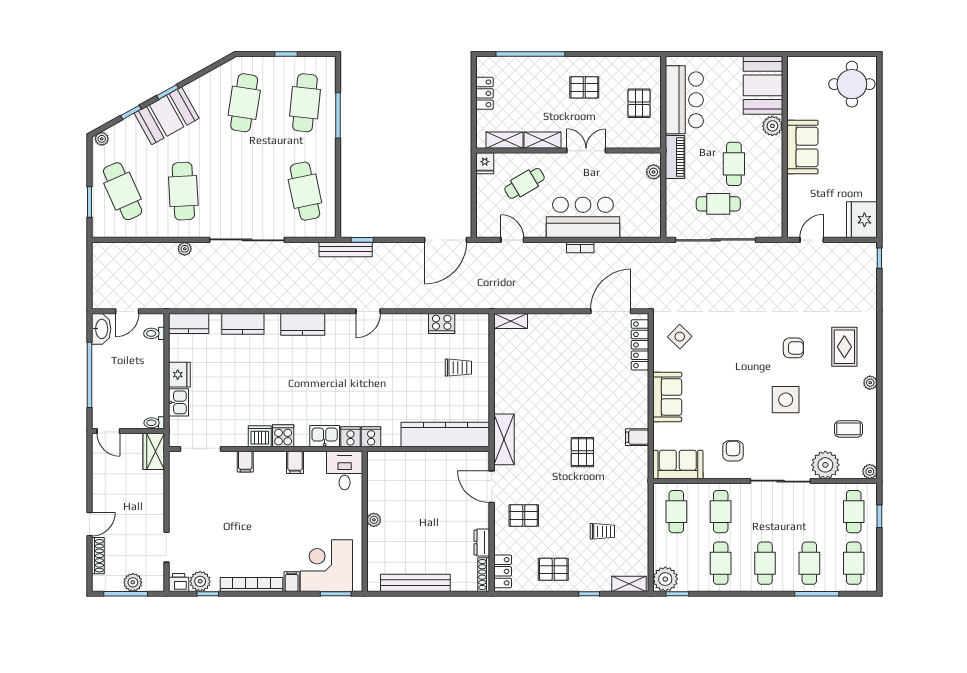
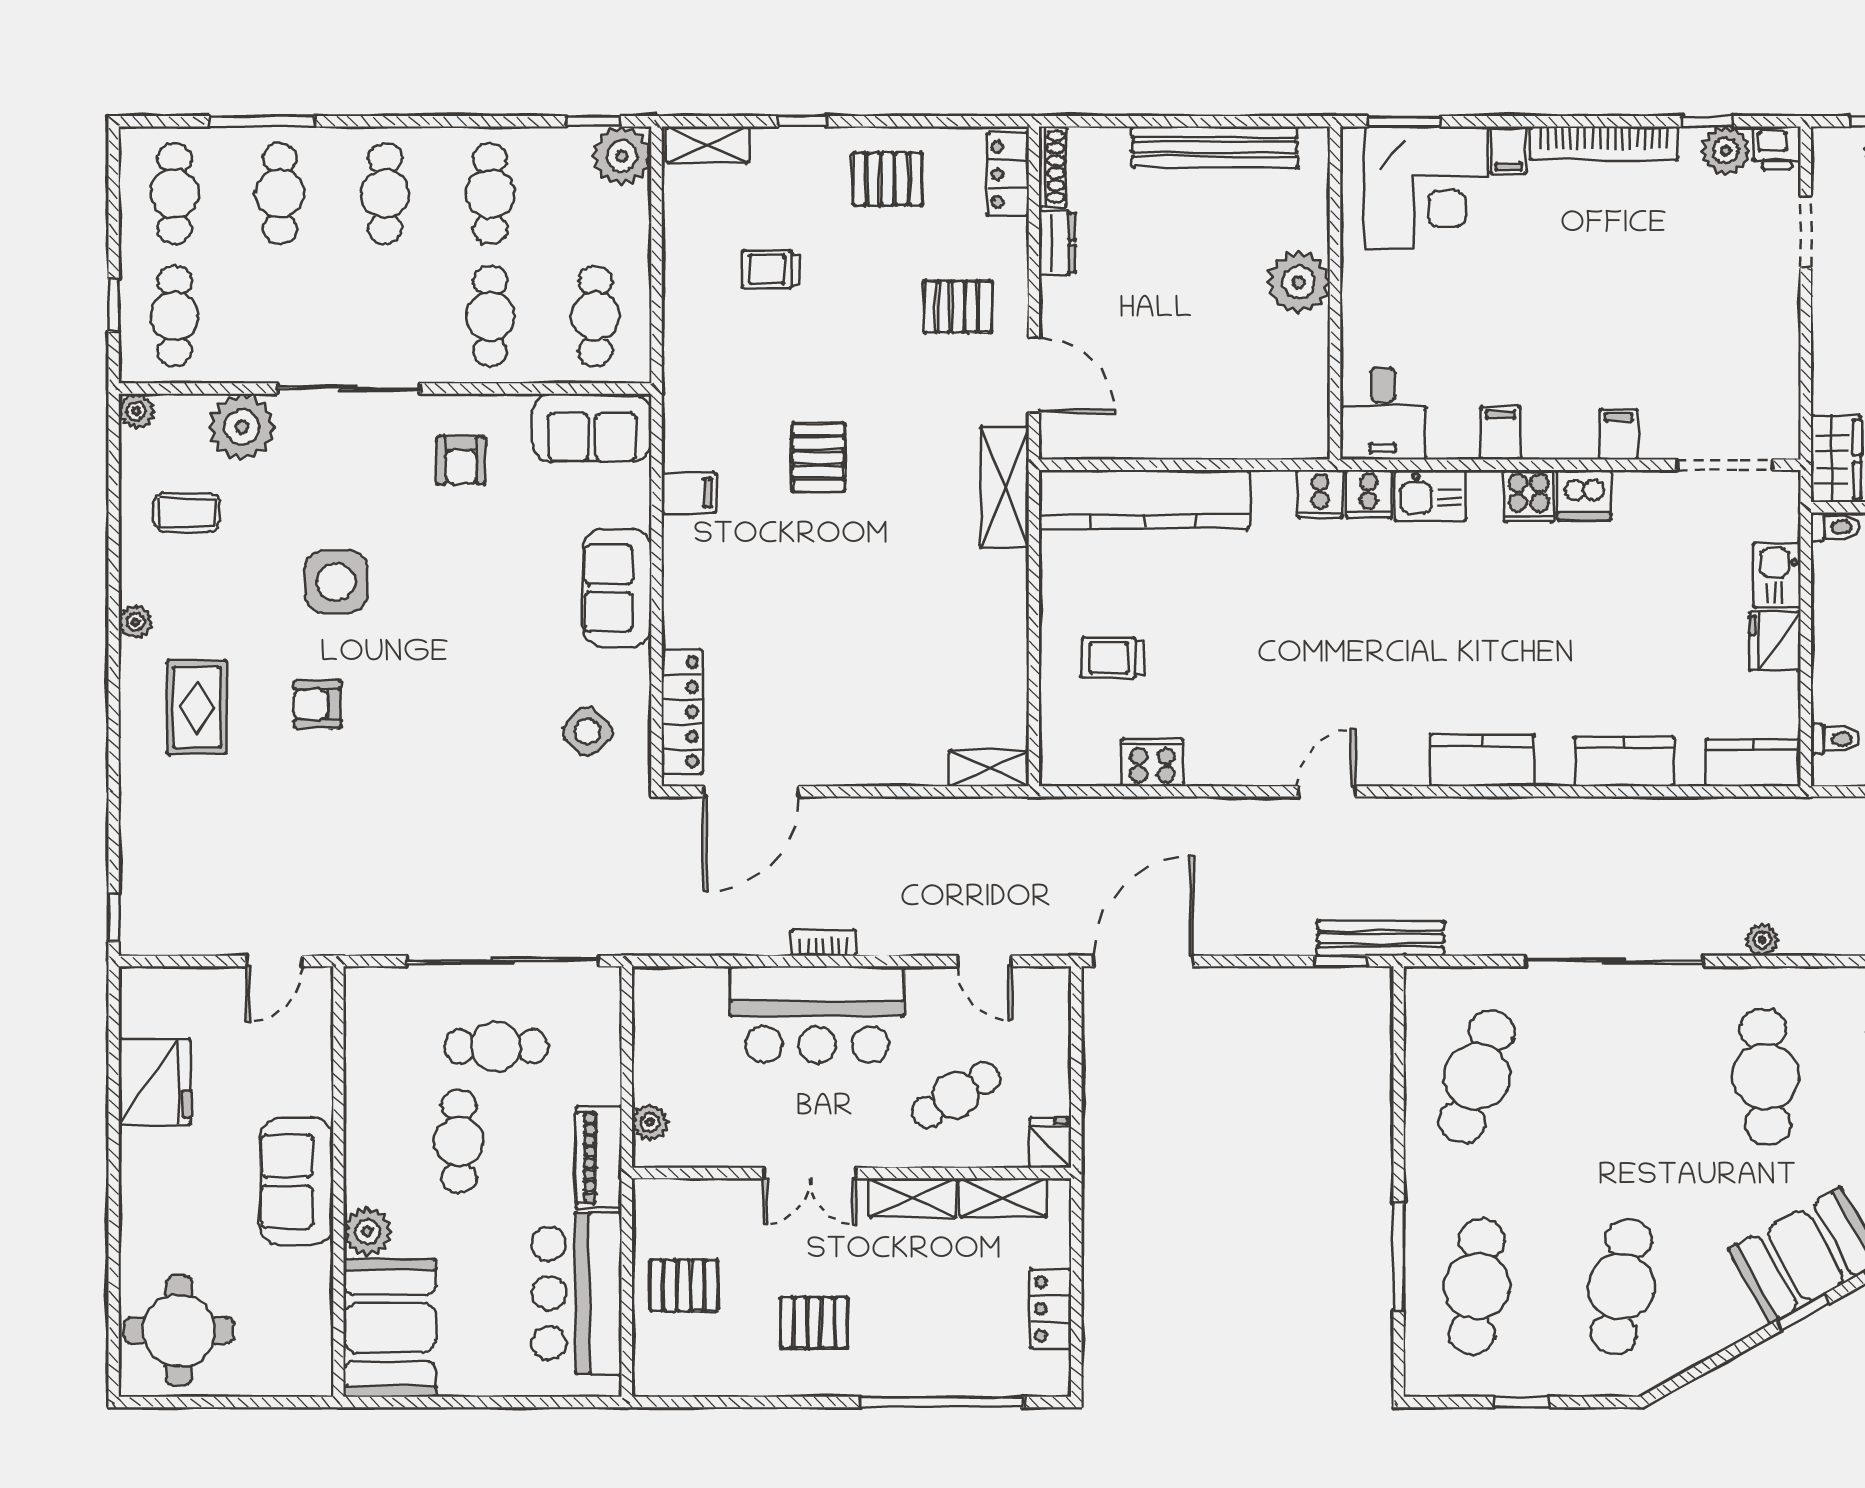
pallet: (639, 103) -> (684, 1285), turned 90
cafe table: (305, 191) -> (1477, 1077), turned 30
fridge: (862, 220) -> (155, 1082), moved
plant: (374, 520) -> (1299, 282), width x1.88, depth x1.88

